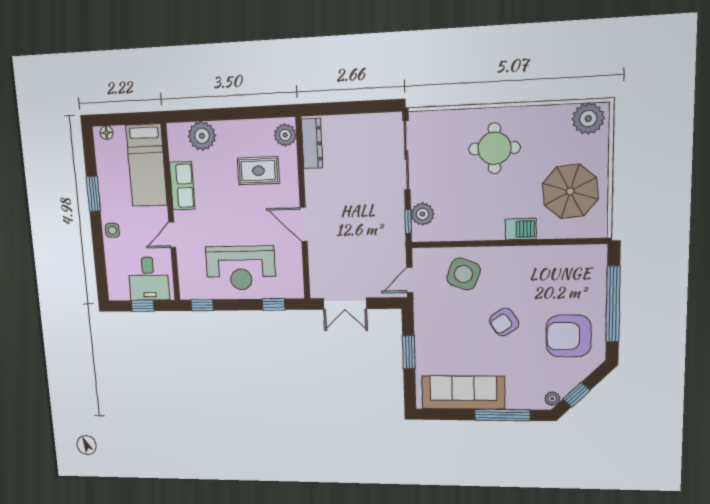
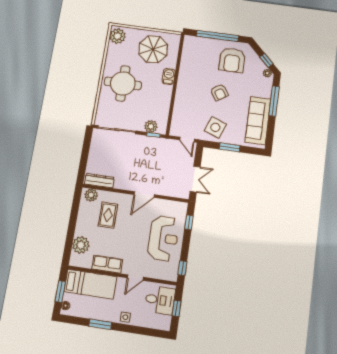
window: (125, 119) -> (60, 291), added
round table: (495, 148) -> (123, 83), width x1.36, depth x1.36
door: (172, 235) -> (135, 278), hinge flipped
side table: (463, 274) -> (215, 127), moved

